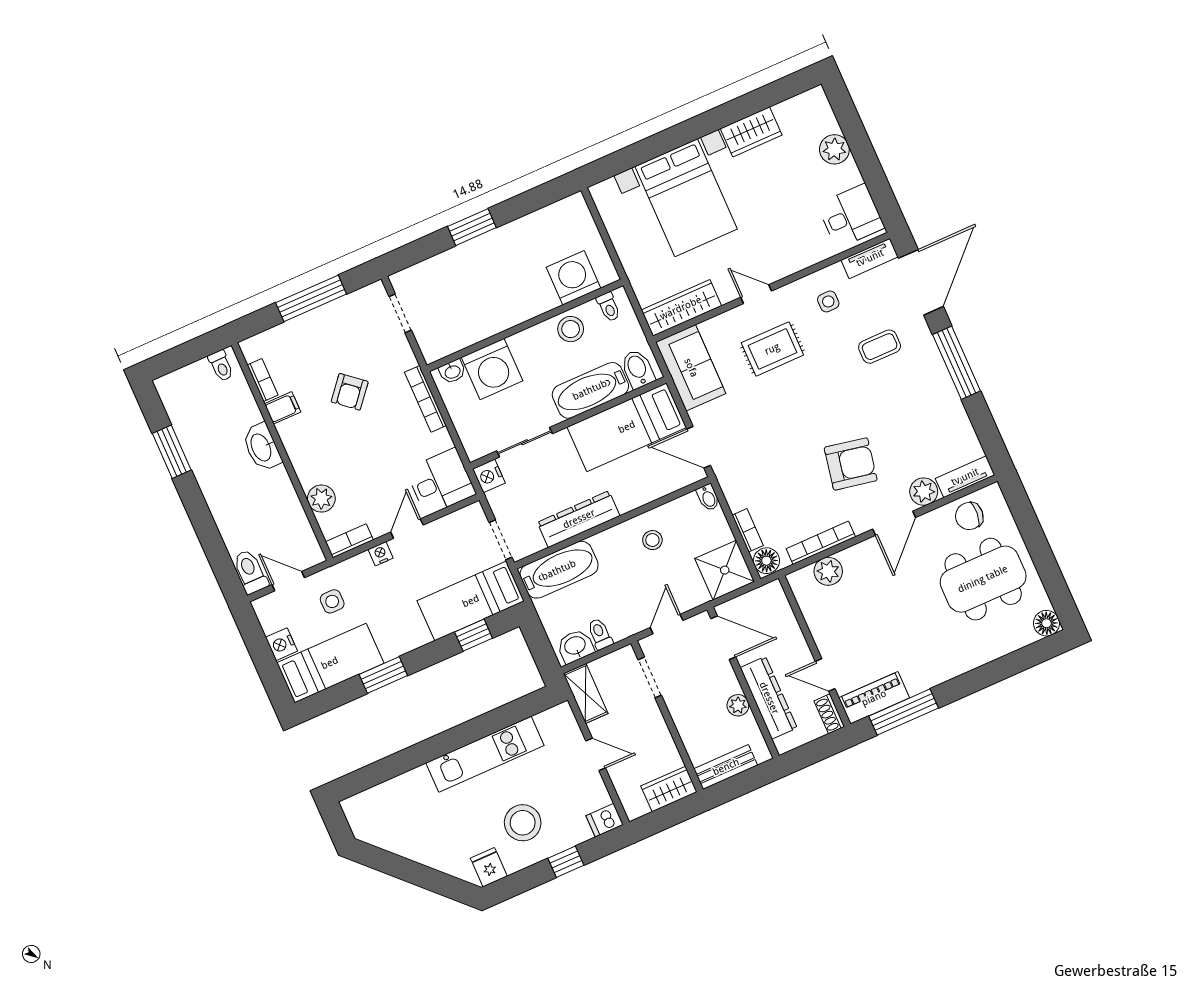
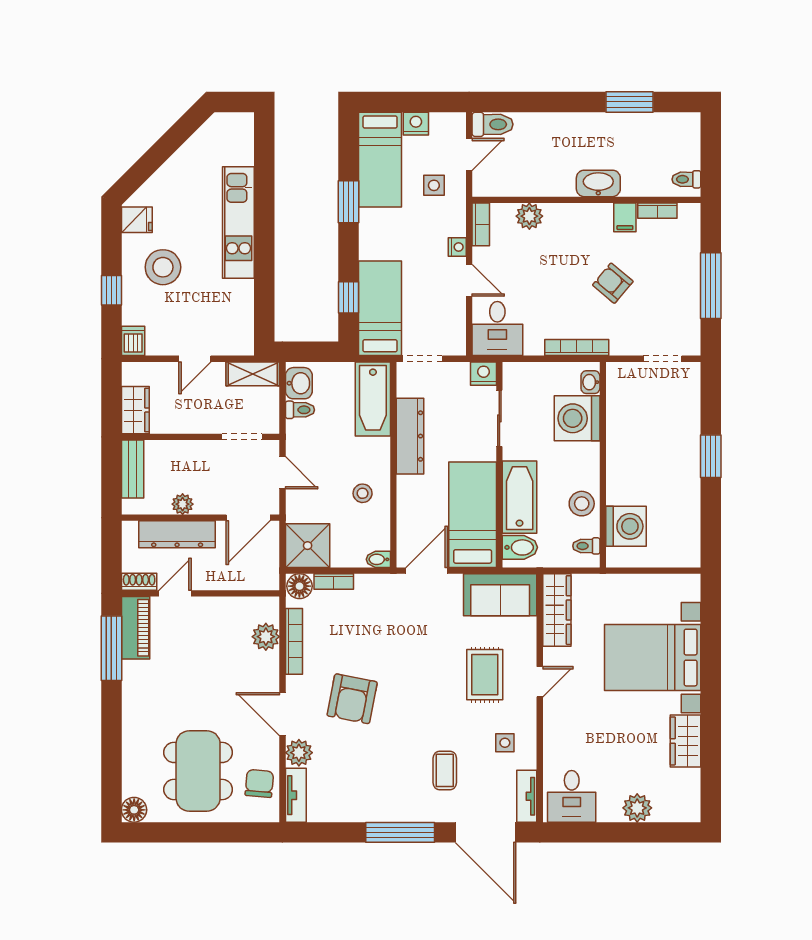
kitchen unit: (485, 754) -> (238, 223), moved

